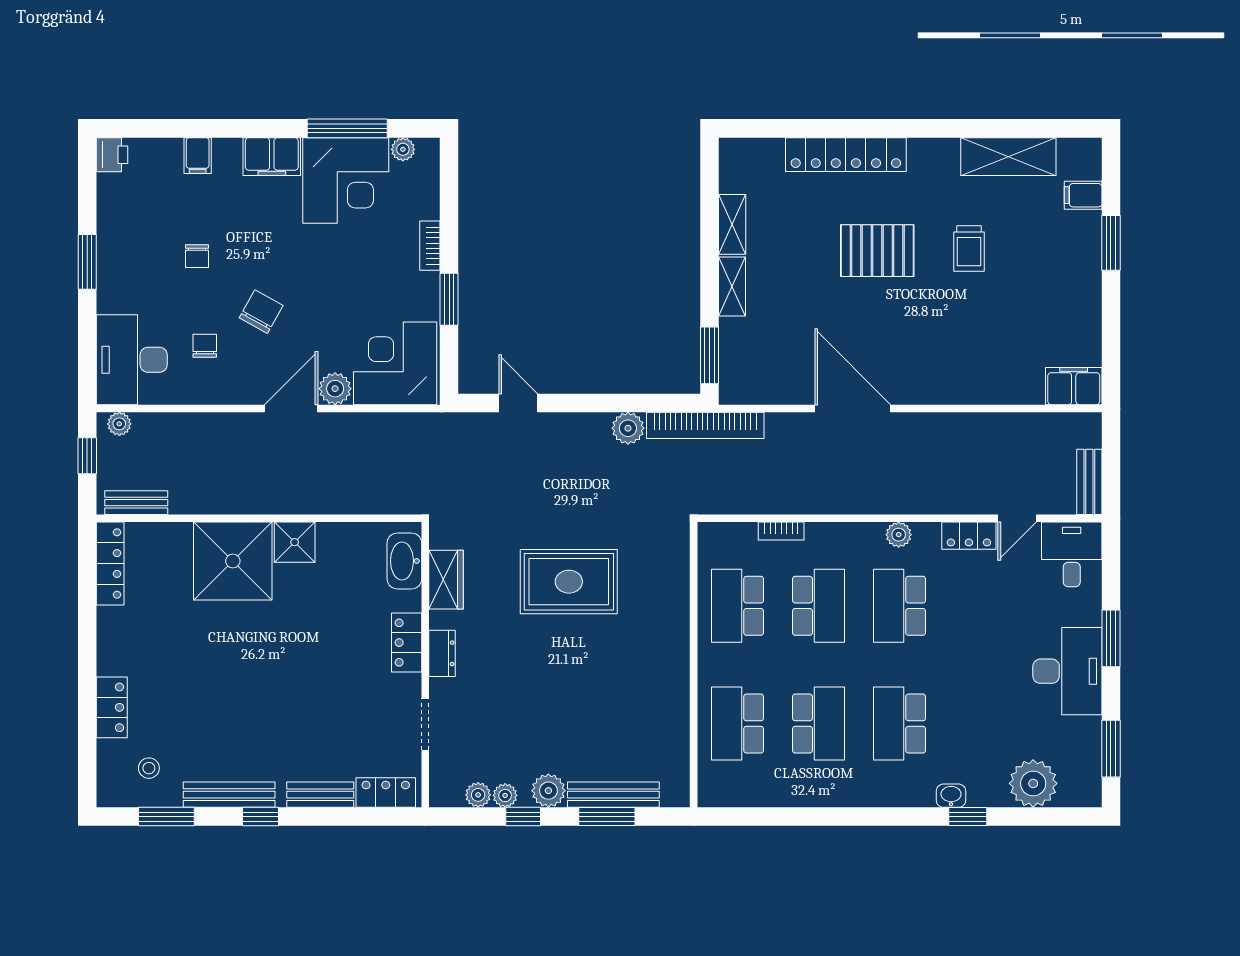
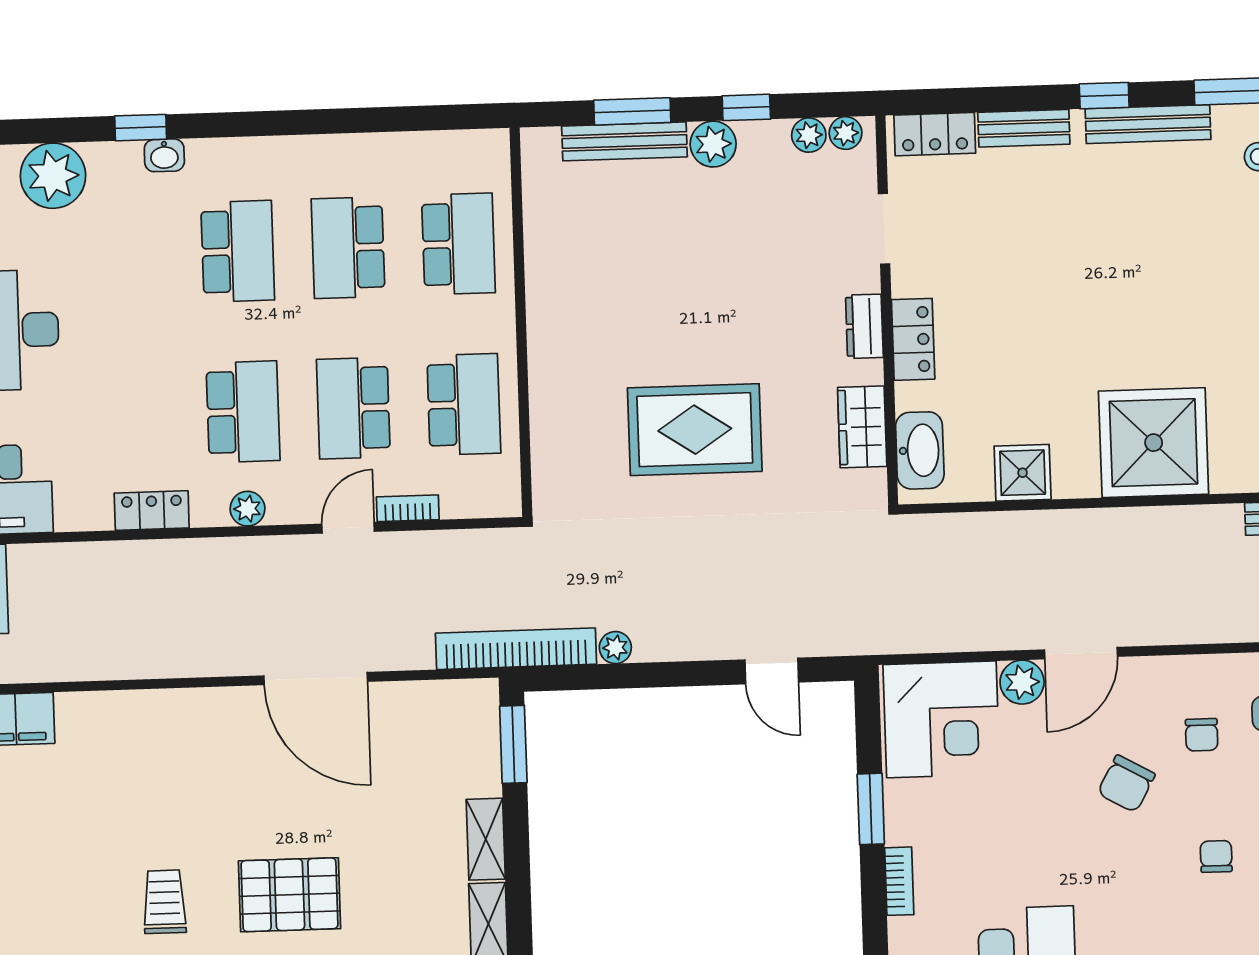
plant: (628, 428) -> (615, 648), width x0.73, depth x0.73
door: (1017, 518) -> (348, 528), moved
shower: (295, 542) -> (1023, 473), moved
plant: (505, 795) -> (846, 133), moved

